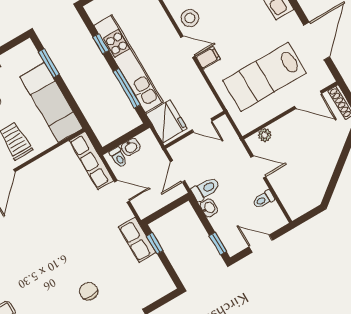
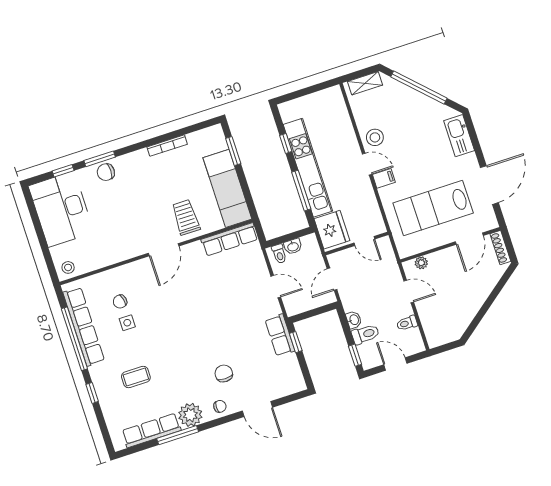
door: (308, 100) -> (469, 239), hinge flipped
row of seats: (91, 161) -> (230, 239), moved, turned -90
toilet: (206, 189) -> (365, 334), moved

